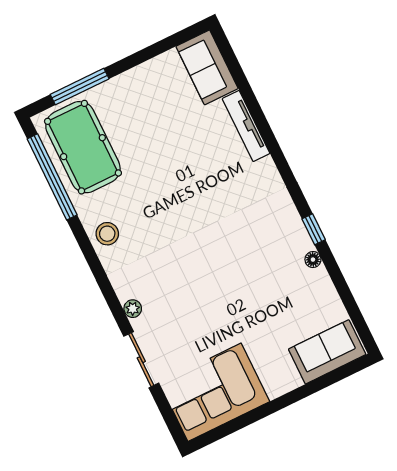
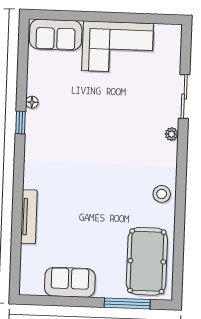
sofa: (207, 67) -> (70, 282), moved, turned -90
window: (52, 177) -> (178, 252), removed
corner sofa: (214, 392) -> (118, 47), moved

